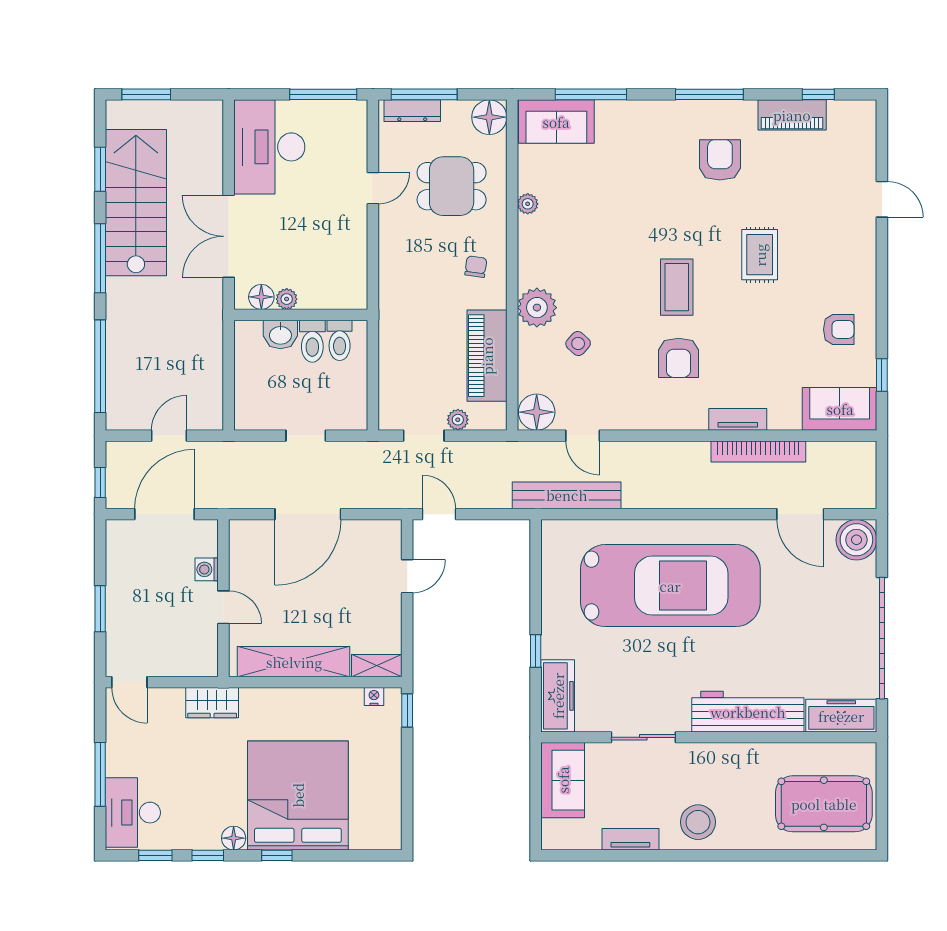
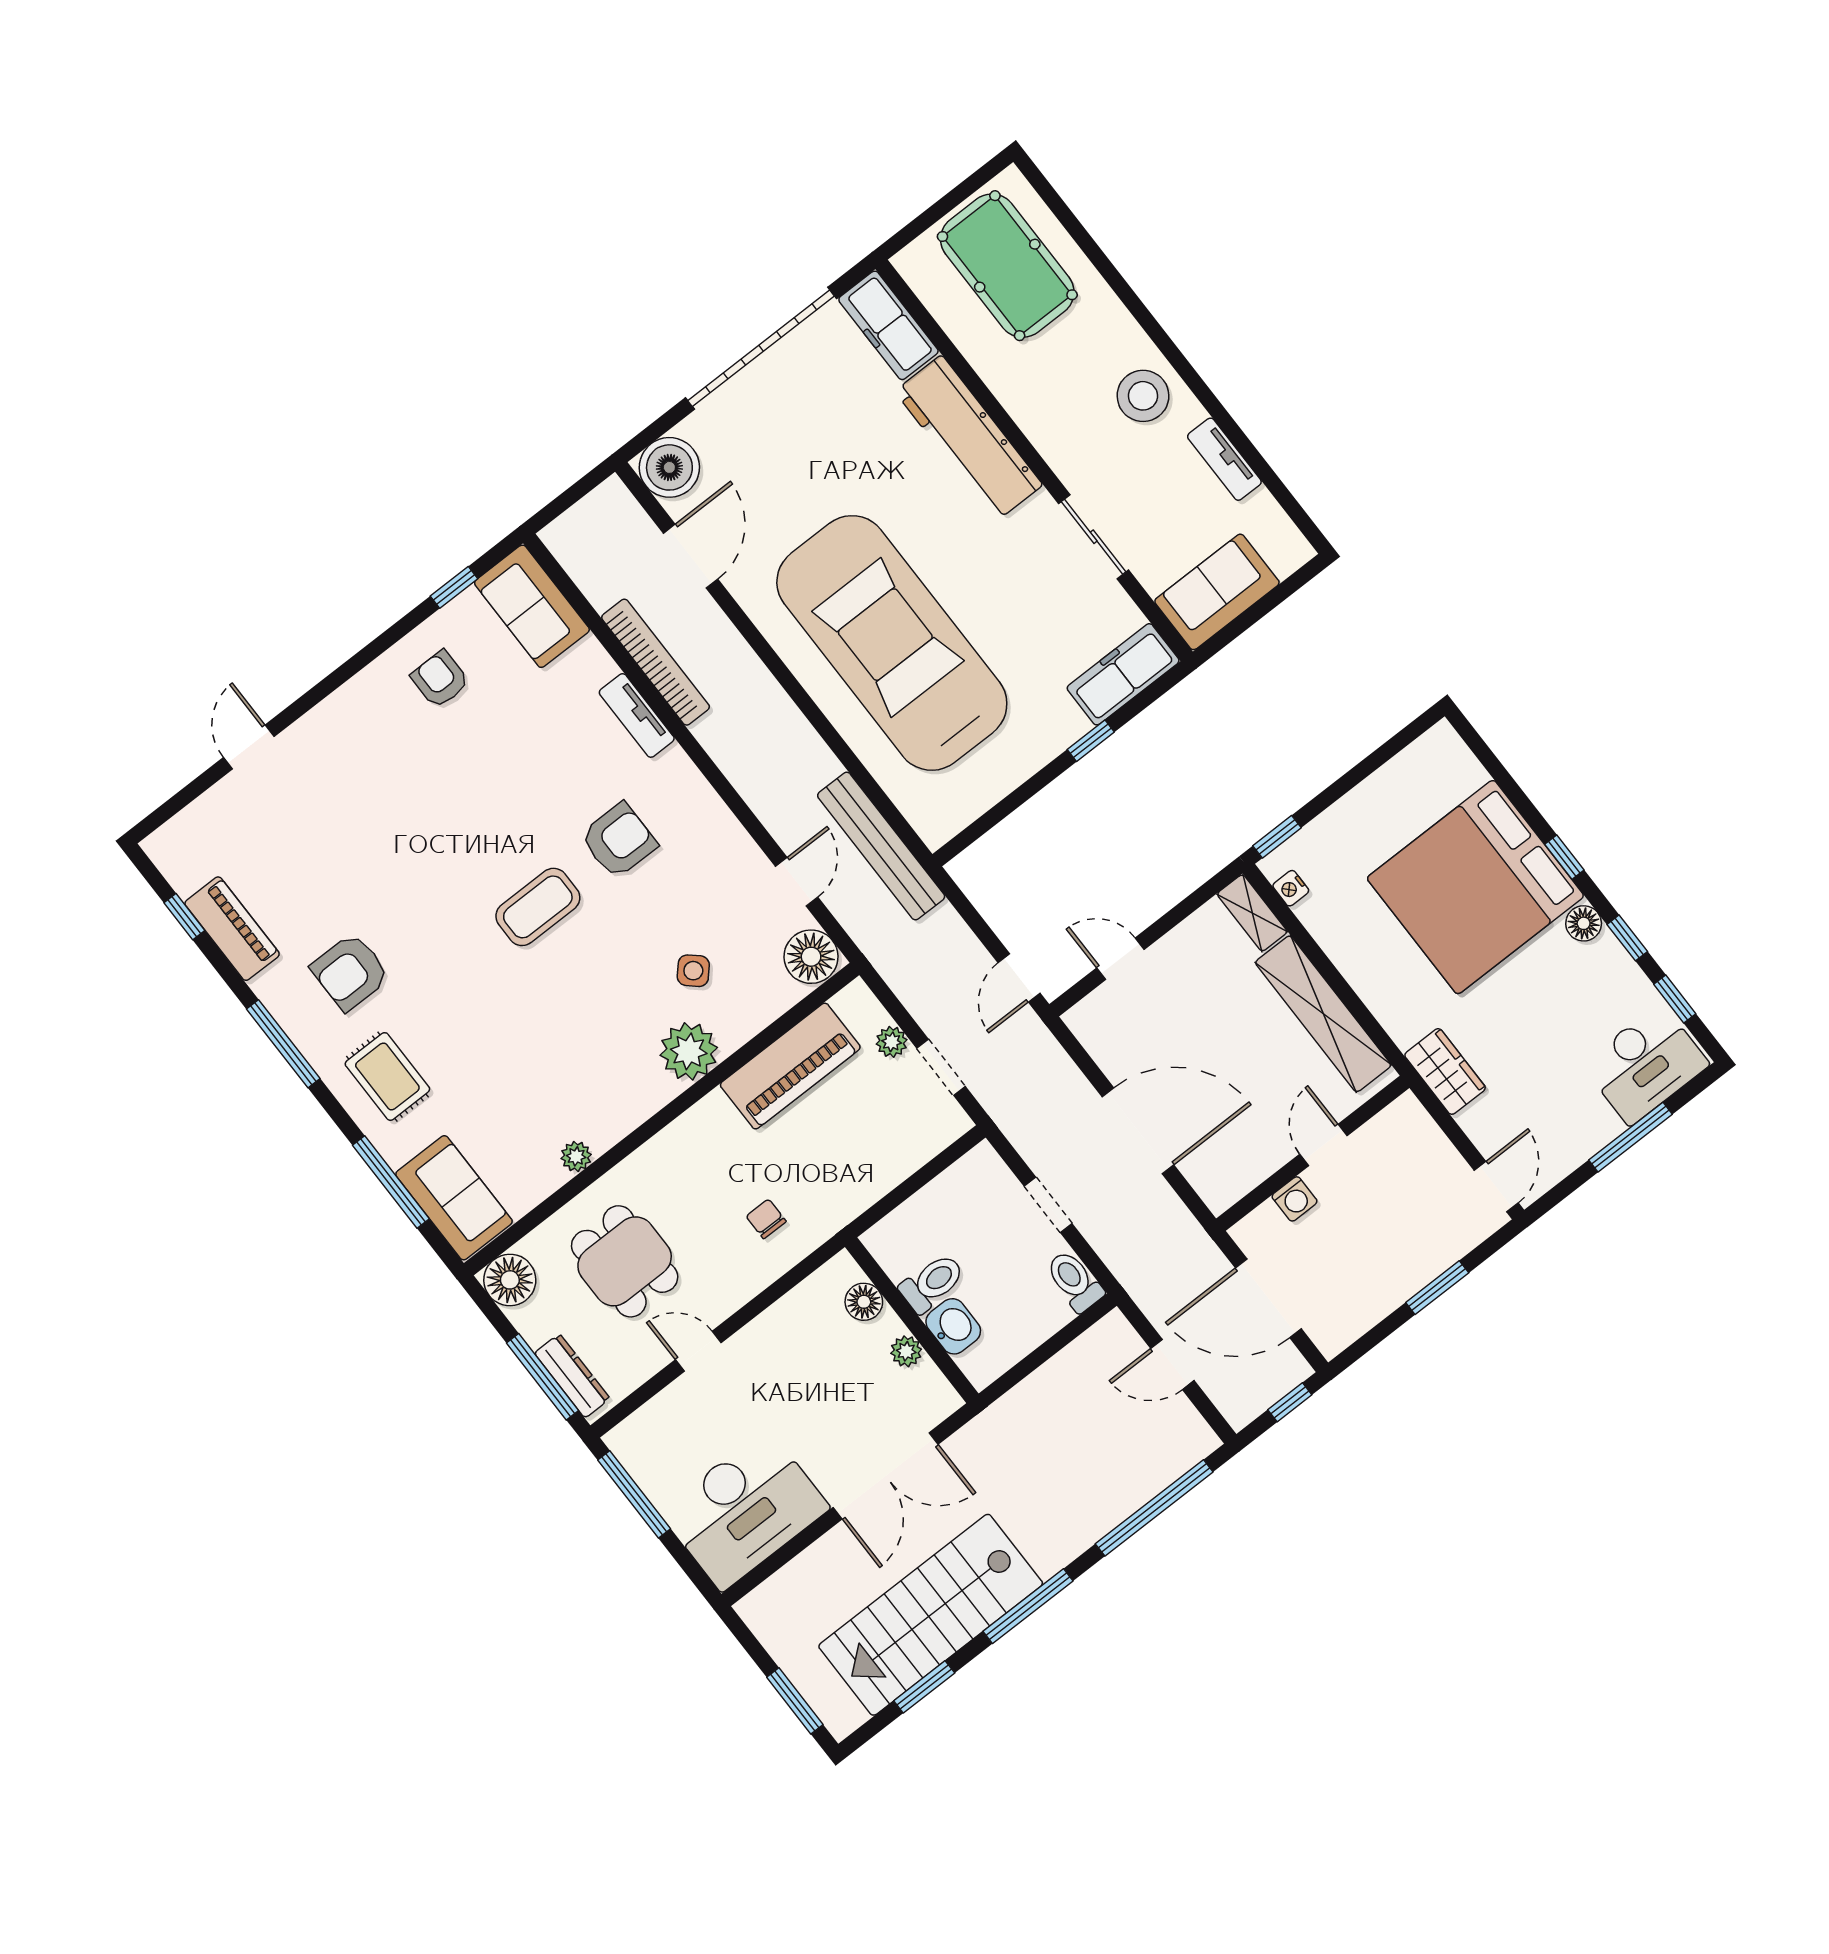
rug: (760, 255) -> (387, 1076), moved, turned 90
chair: (476, 267) -> (766, 1219), moved, turned 82
floor lamp: (261, 297) -> (864, 1302), moved
toilet: (340, 340) -> (1074, 1281), moved, turned -90

